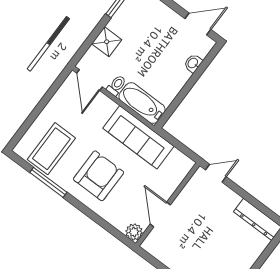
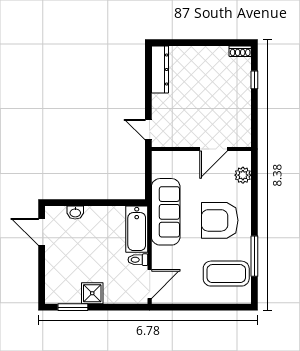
shower: (107, 42) -> (92, 293), moved
plant: (134, 232) -> (243, 175), moved

